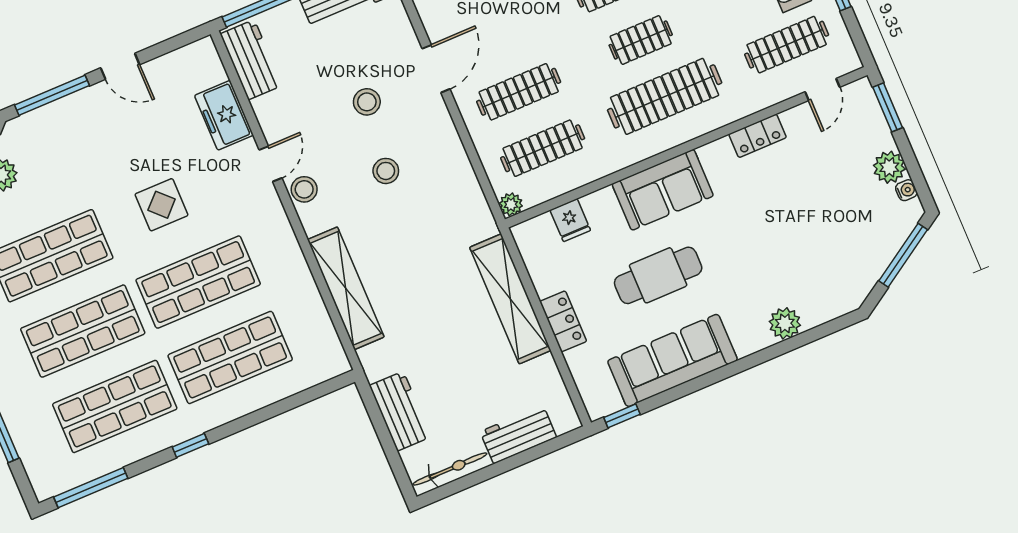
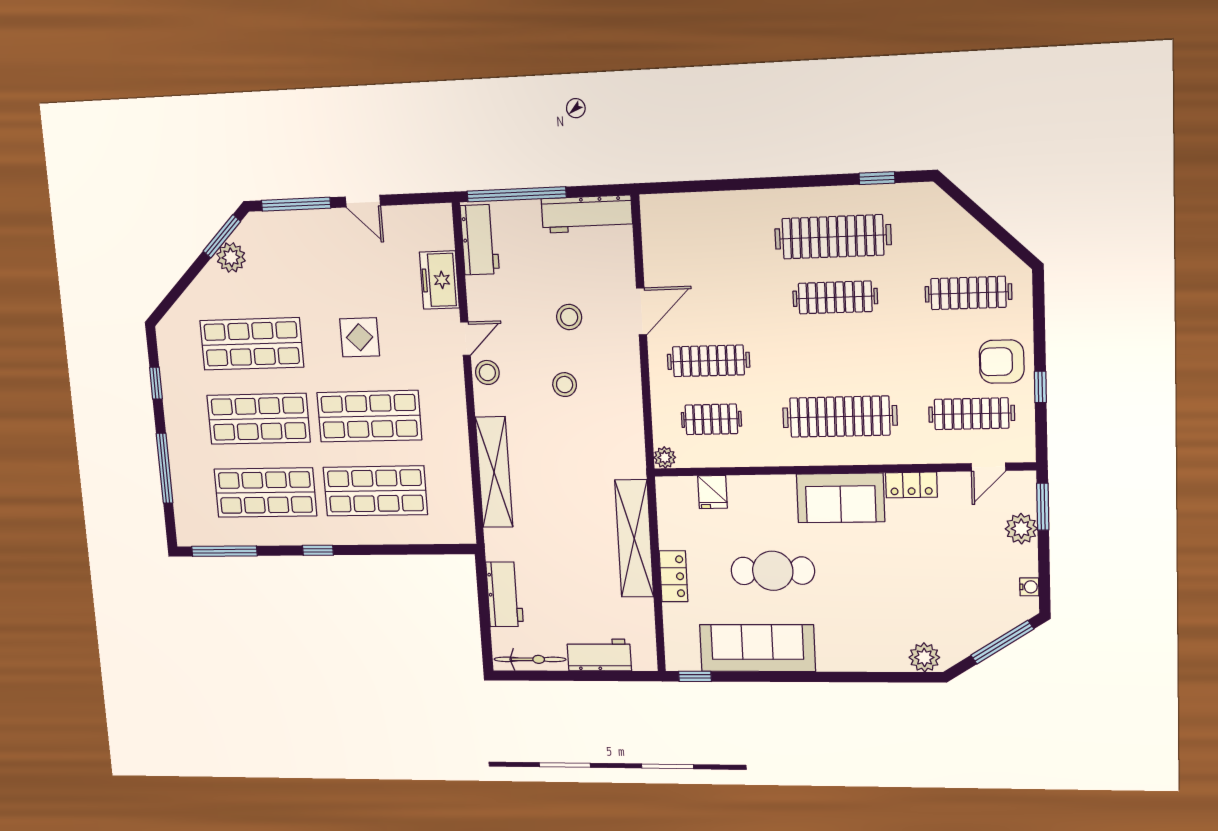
clothes rail: (641, 40) -> (838, 357), removed
clothes rail: (543, 148) -> (711, 419), width x0.73
plant: (889, 167) -> (1021, 529), moved
sofa: (663, 190) -> (841, 498), moved
plant: (785, 323) -> (924, 657), moved

